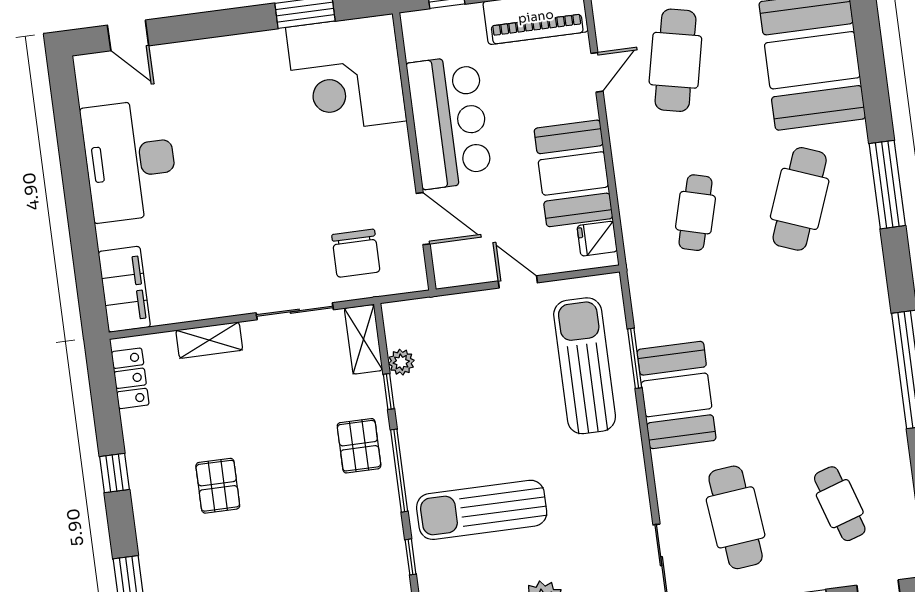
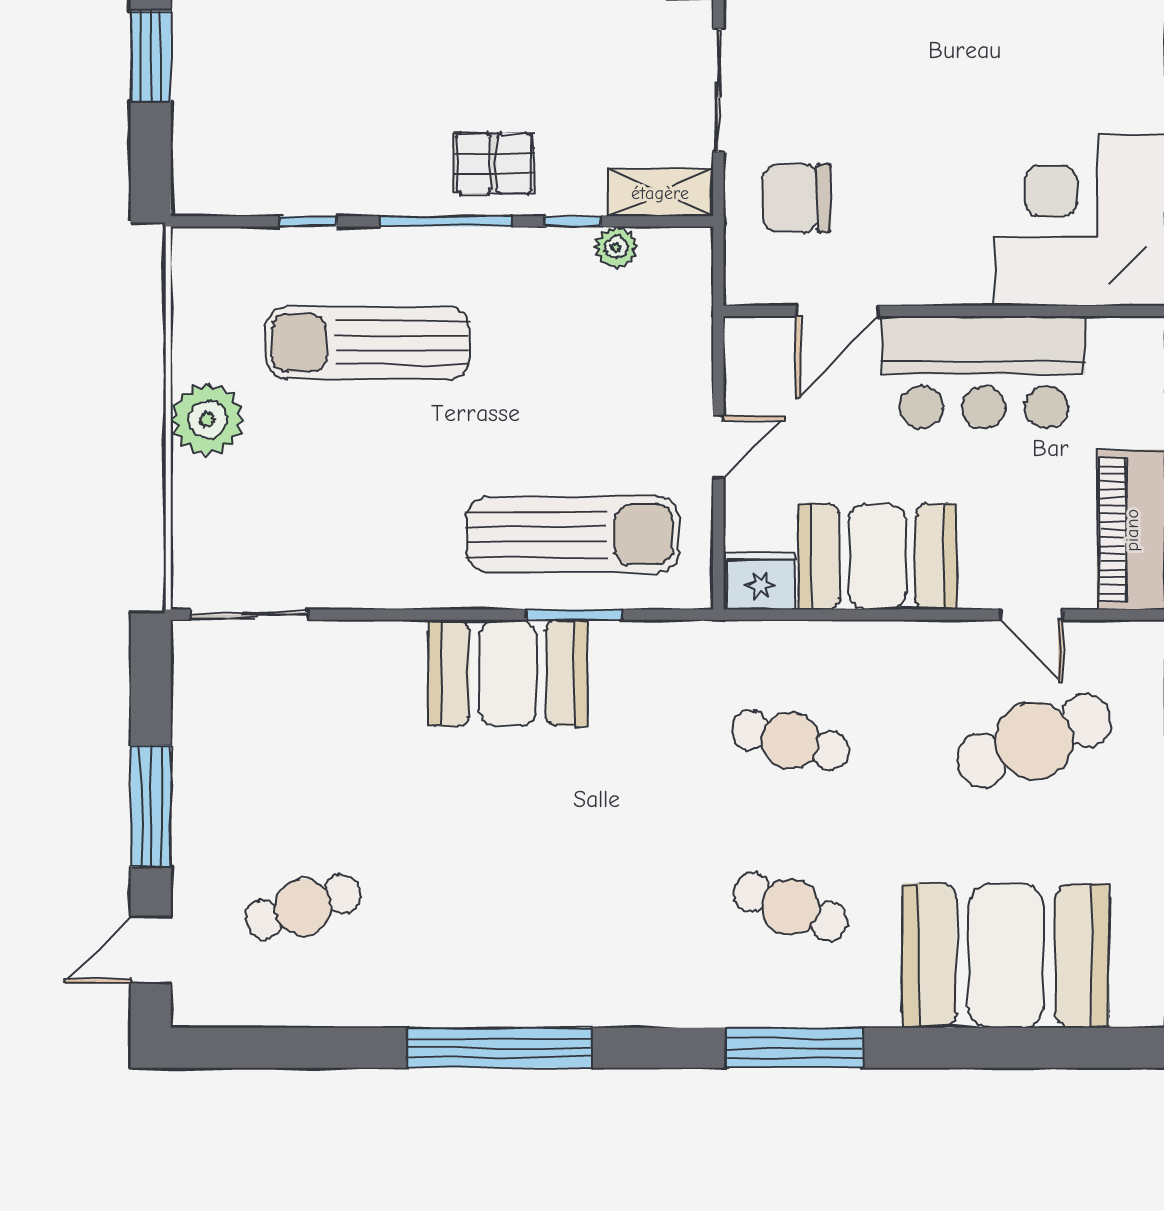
cafe table: (675, 60) -> (1034, 740), turned -33
cafe table: (800, 199) -> (790, 907), width x0.73, depth x0.74
fridge: (597, 239) -> (760, 580), width x1.38
sun lounger: (482, 510) -> (367, 343), turned -90
cafe table: (736, 517) -> (303, 740), removed

